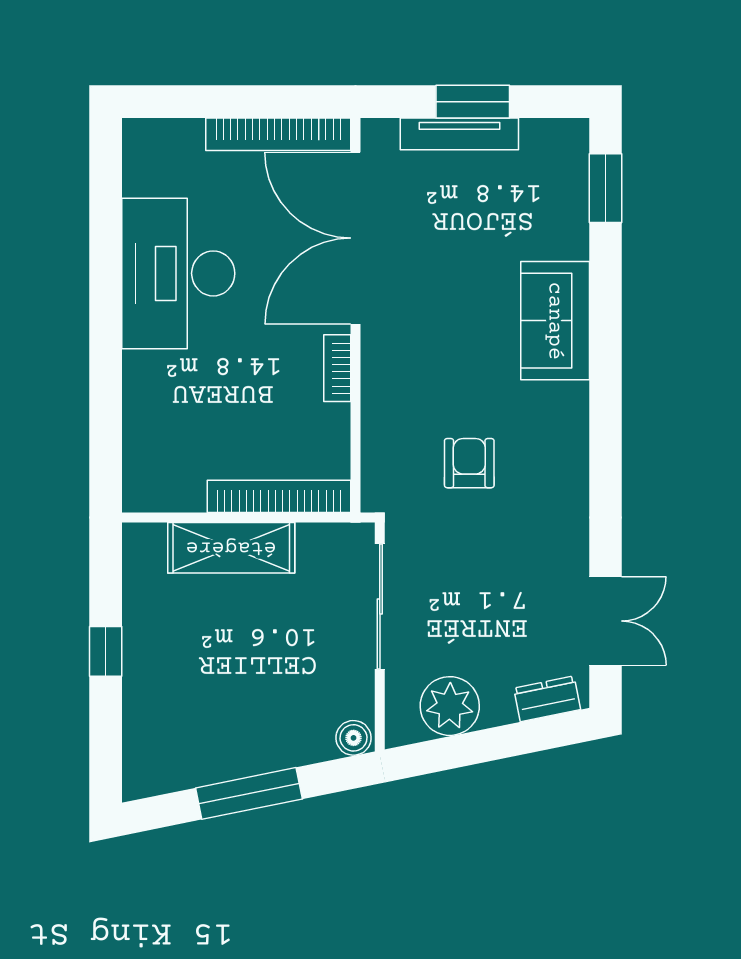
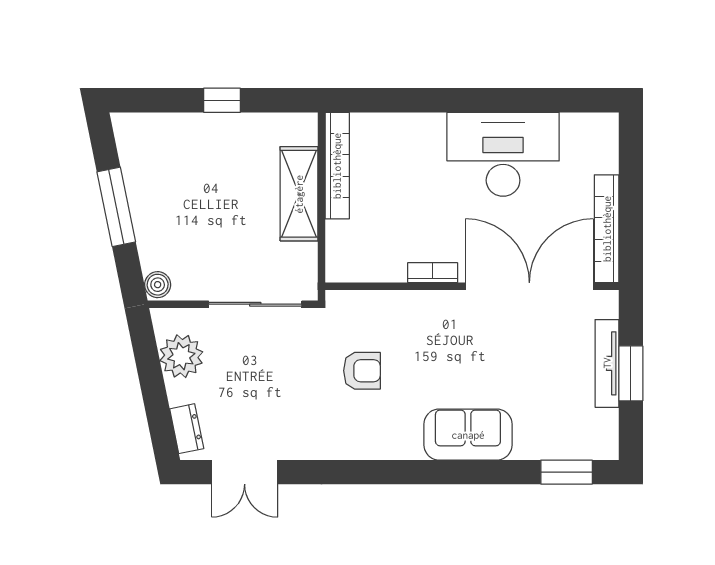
bookcase: (279, 496) -> (337, 166), moved

